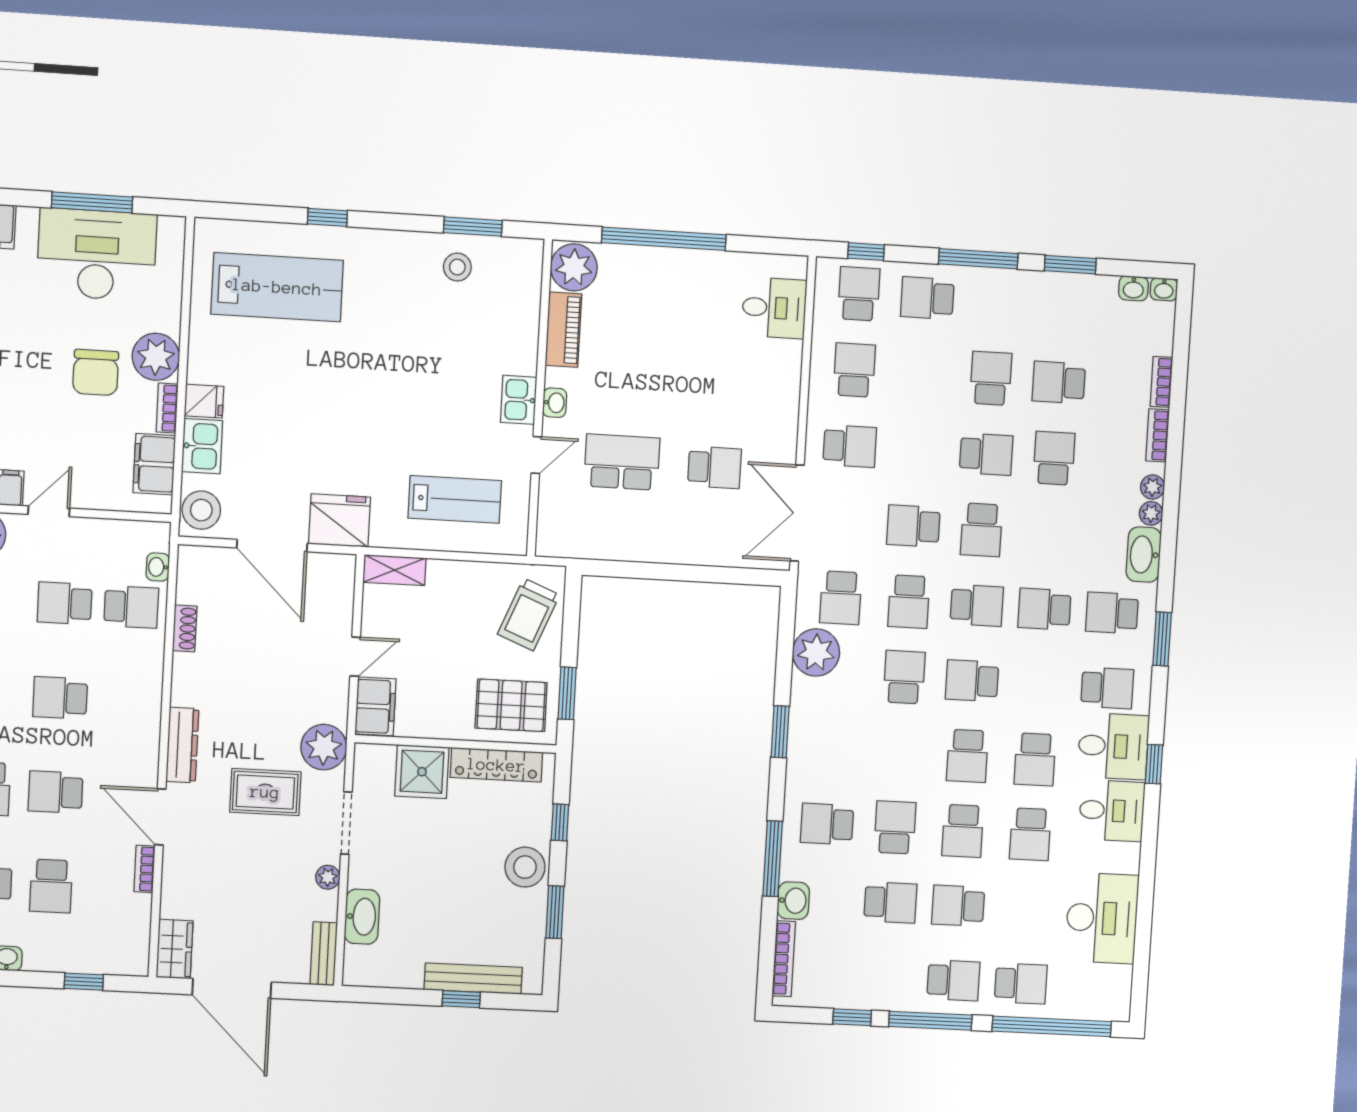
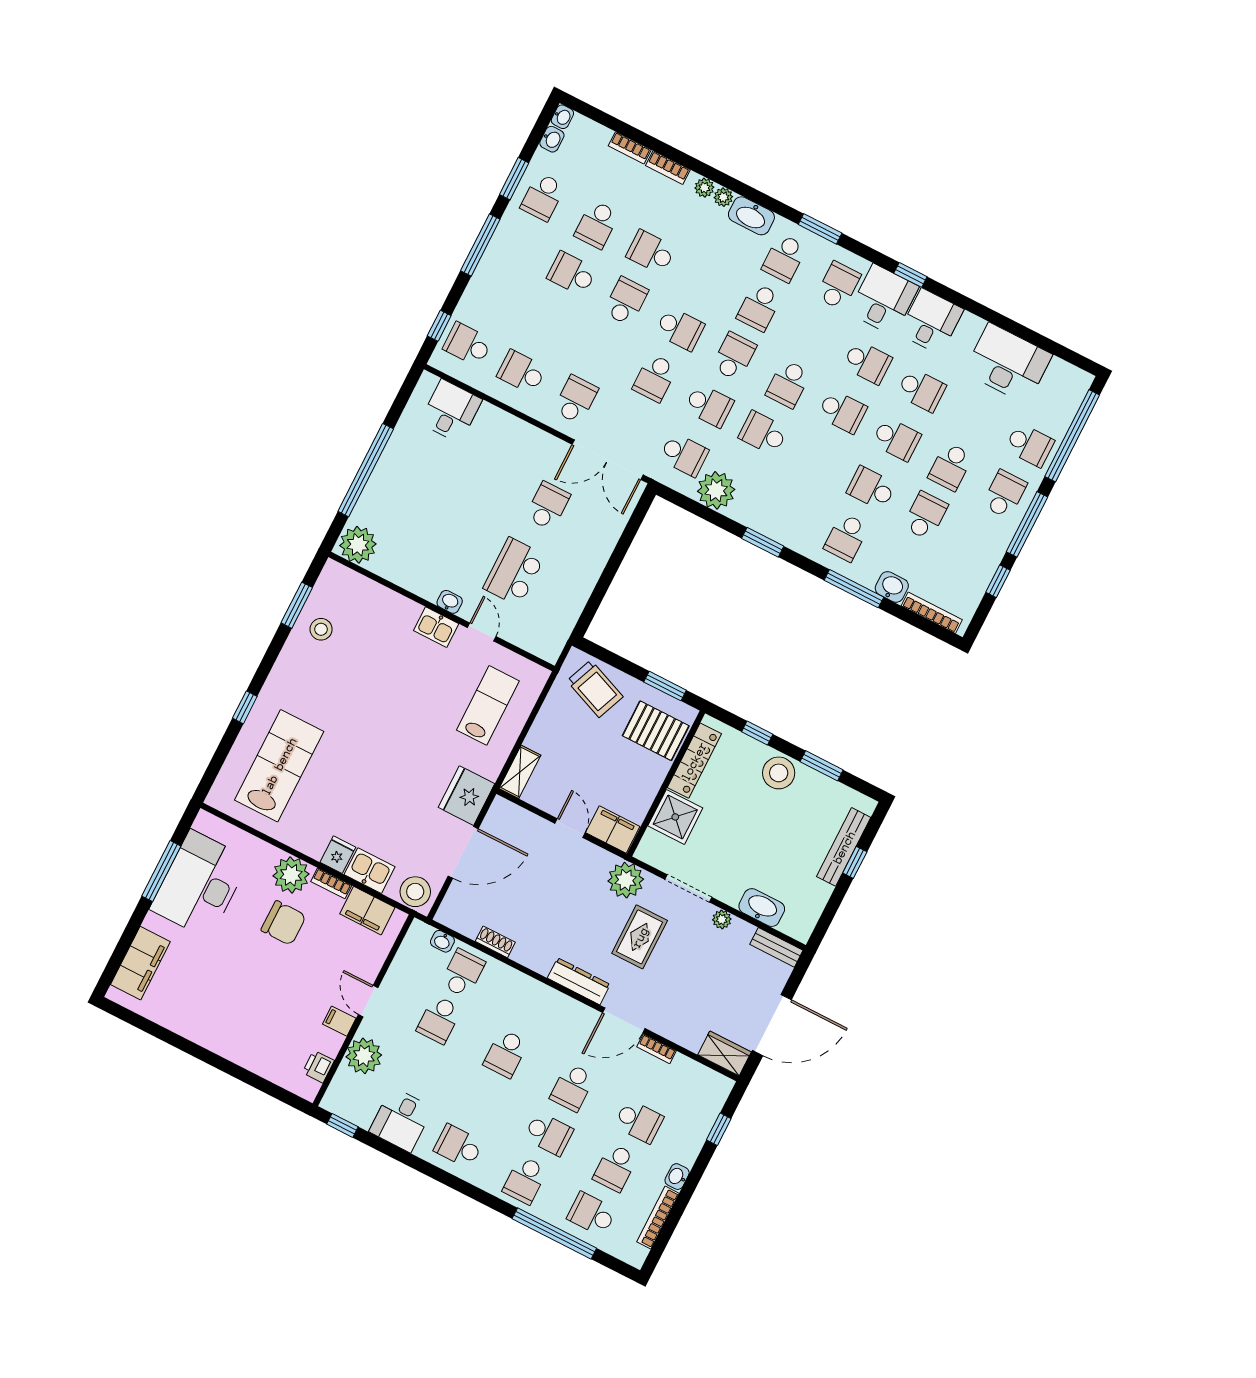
school desk: (927, 298) -> (543, 197), moved
piano: (563, 330) -> (400, 572), removed
pallet: (511, 705) -> (656, 731), turned 90
school desk: (1021, 984) -> (1030, 445), turned 90

